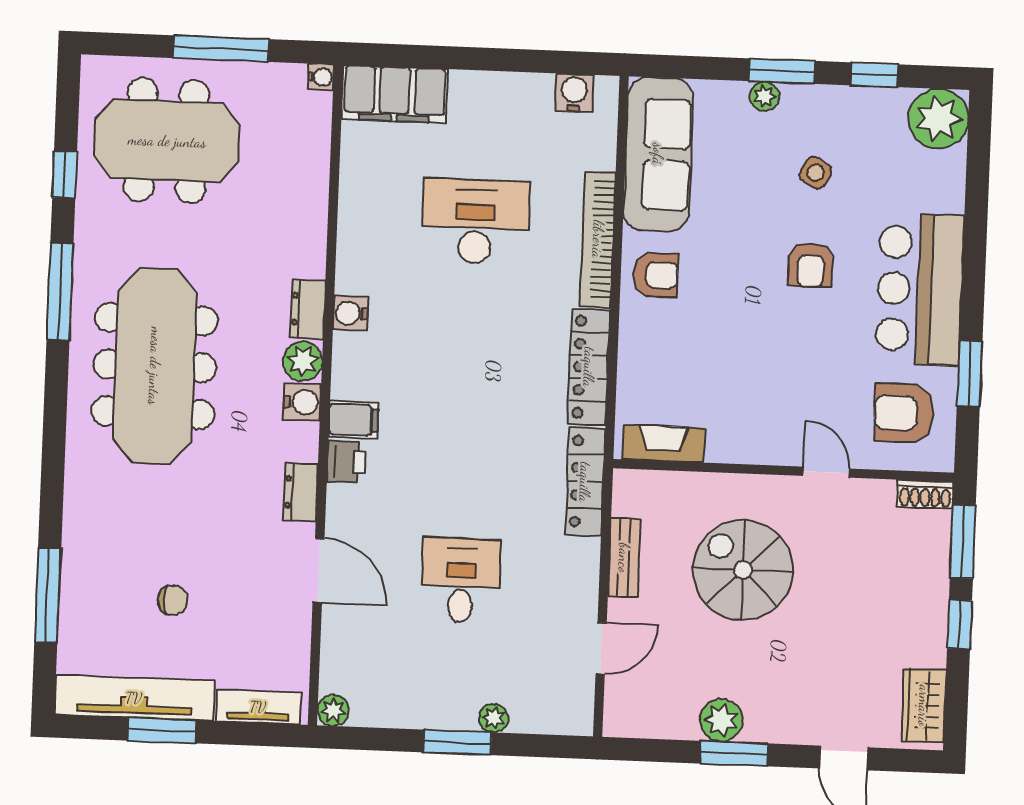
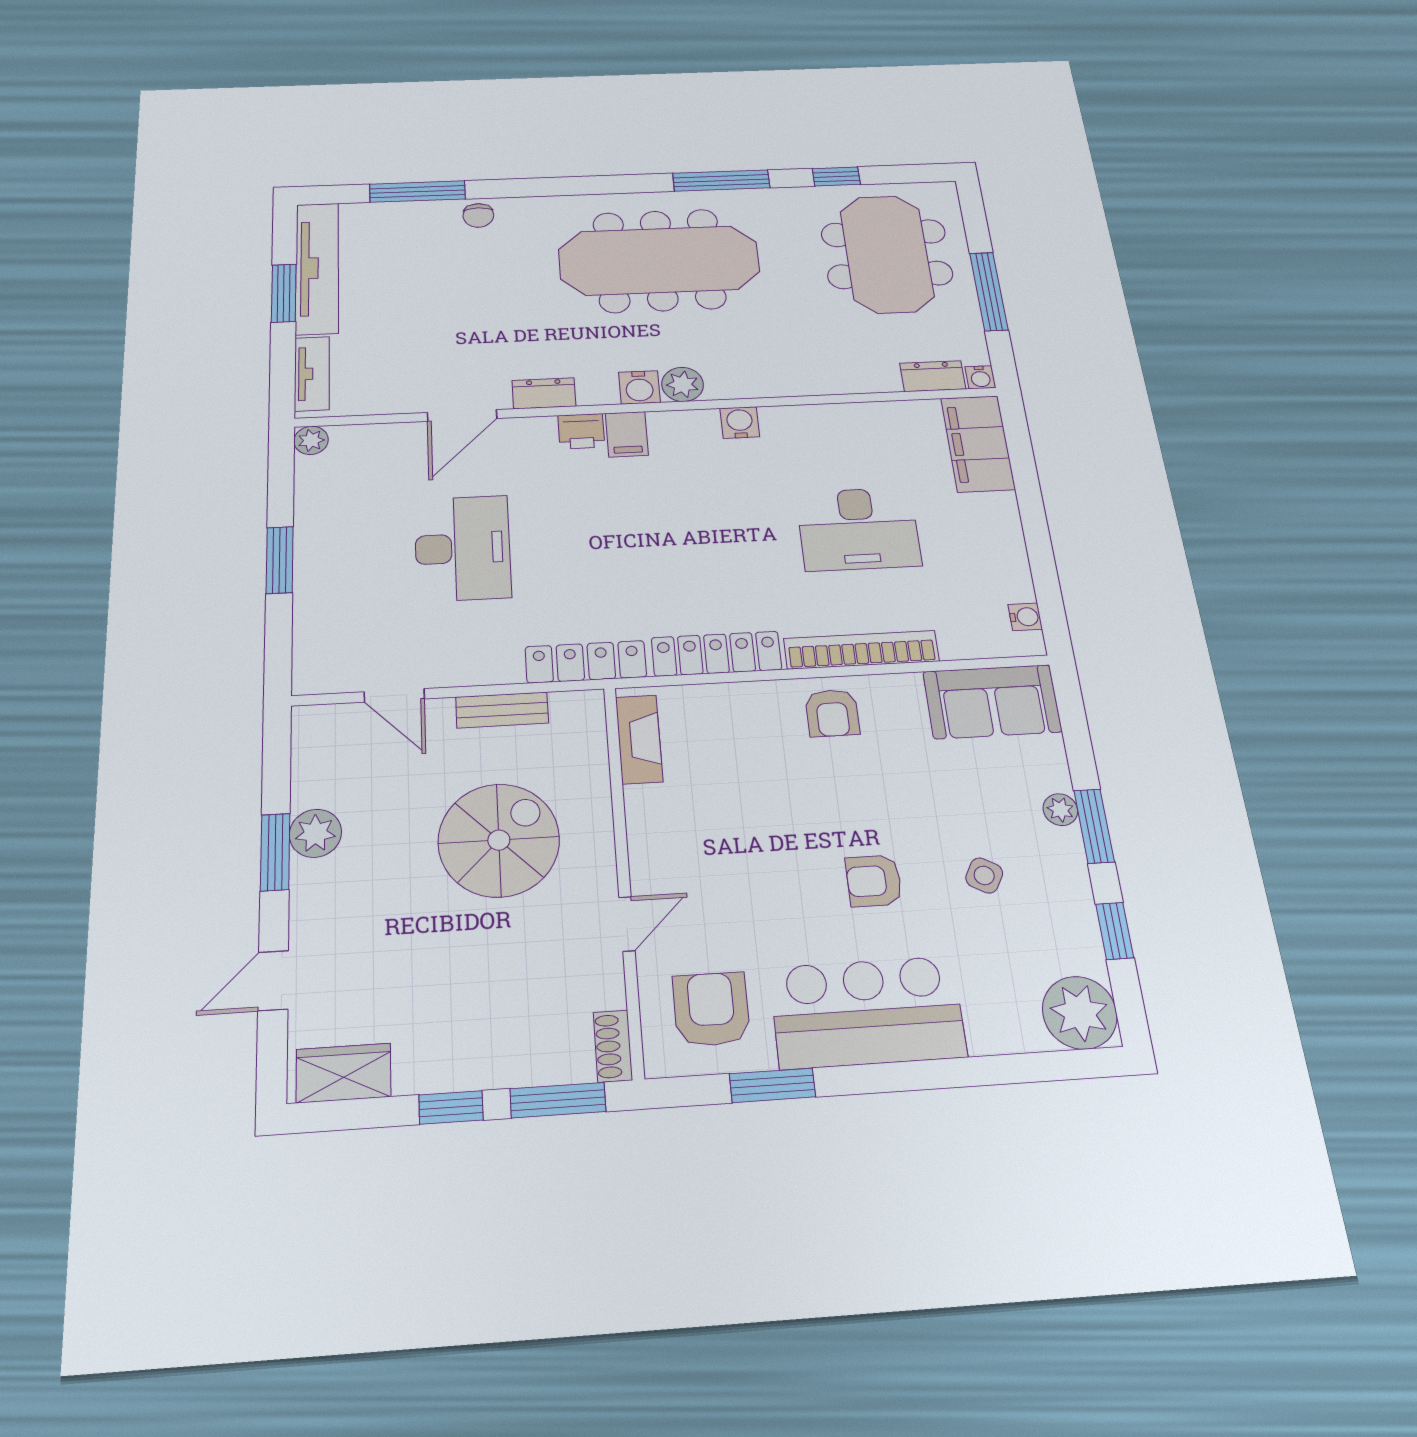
water cooler: (574, 93) -> (1025, 617), width x0.72, depth x0.72
sofa: (658, 154) -> (992, 702), width x0.73
desk: (475, 221) -> (858, 529), turned 90
dresser: (308, 309) -> (933, 376), moved
desk: (461, 580) -> (463, 548), width x1.37
chair: (173, 600) -> (478, 215), moved
plant: (494, 718) -> (309, 593), removed

